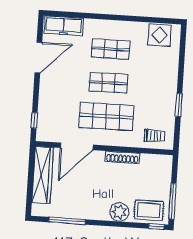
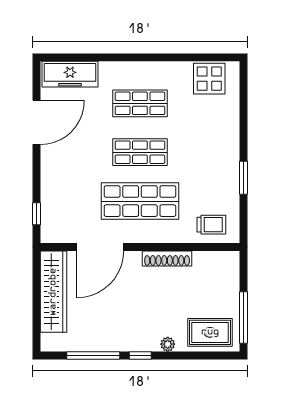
plant: (119, 212) -> (168, 344), width x0.53, depth x0.53
window: (156, 227) -> (140, 355), moved

